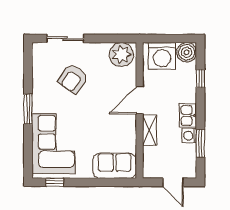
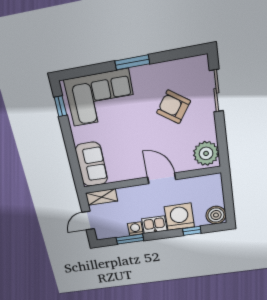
washing machine: (162, 56) -> (179, 217), moved, turned 90
shelving: (150, 130) -> (102, 197), moved

